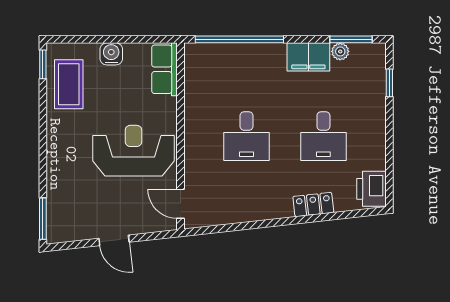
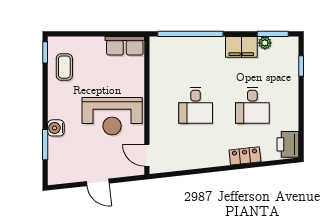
water cooler: (111, 54) -> (56, 128), moved, turned -90
row of seats: (165, 69) -> (125, 46), moved, turned -90
coffee table: (69, 84) -> (64, 67), width x0.73, depth x0.77
reception desk: (133, 151) -> (112, 116), turned 180
window: (43, 219) -> (45, 145), moved

